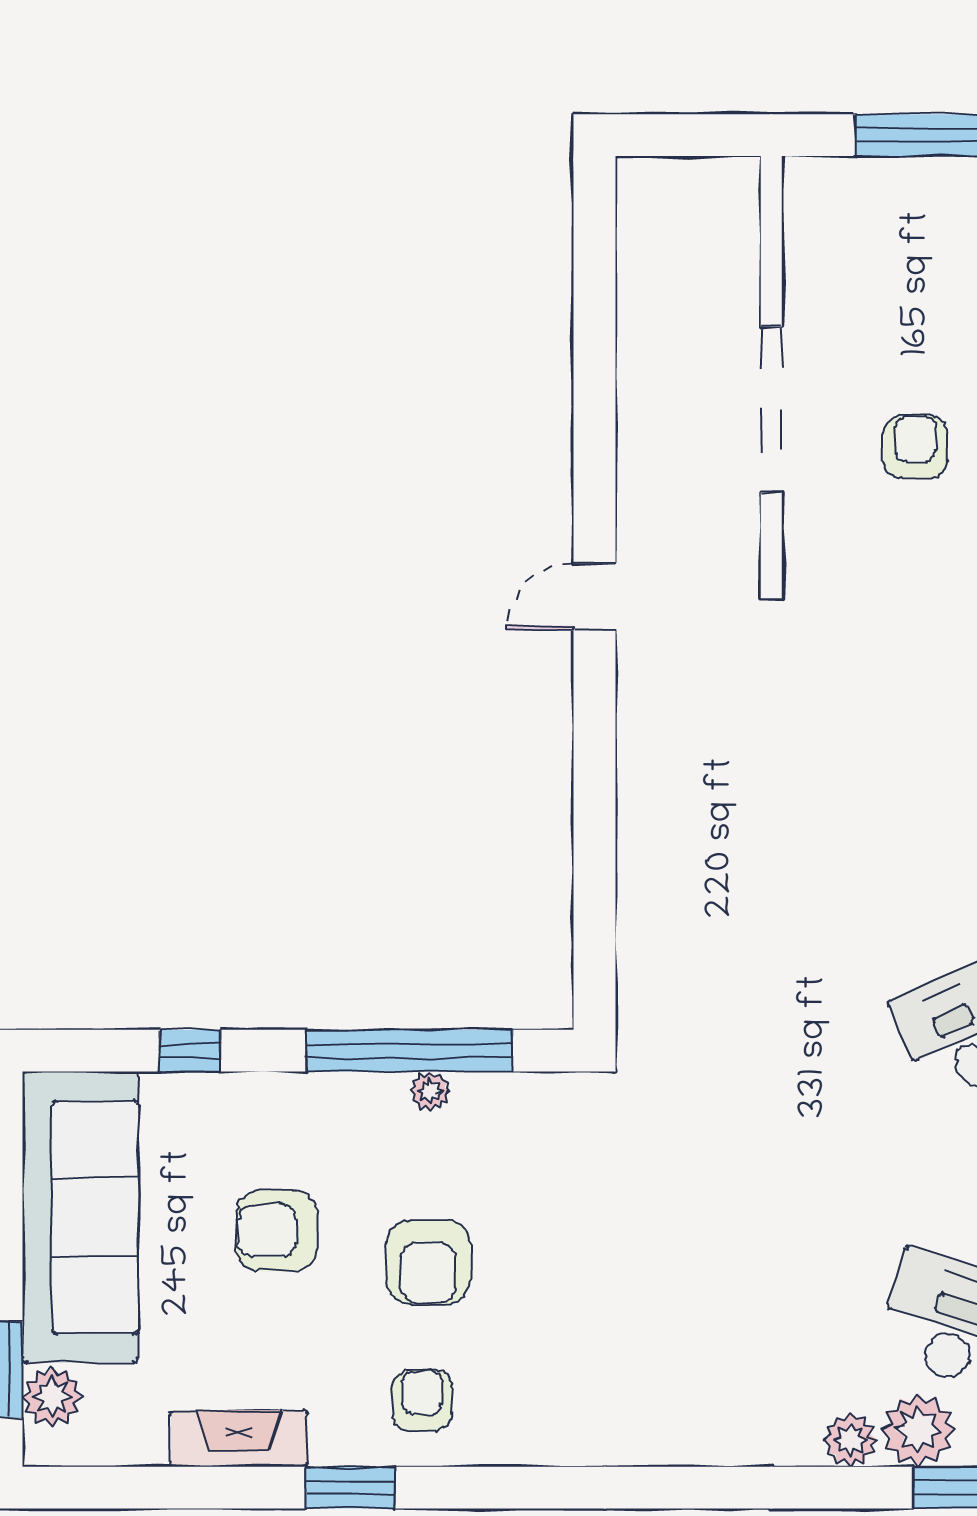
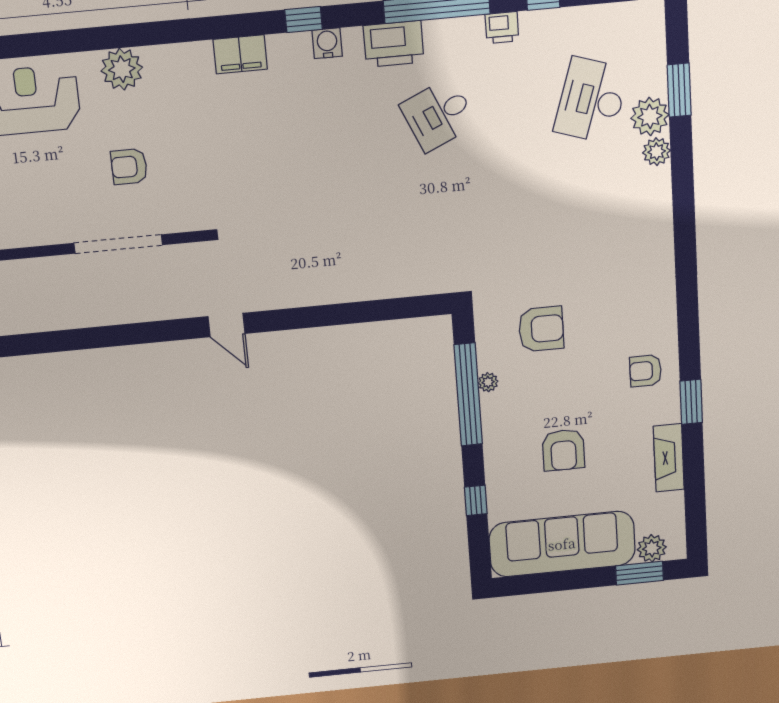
armchair: (428, 1262) -> (541, 329), moved

